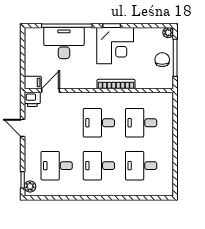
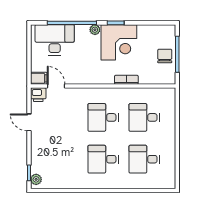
plant: (168, 33) -> (95, 30), moved
desk: (64, 43) -> (55, 40), moved
bookcase: (116, 84) -> (126, 80), width x0.64
door: (51, 91) -> (56, 86), hinge flipped
desk: (57, 166) -> (62, 159), removed

